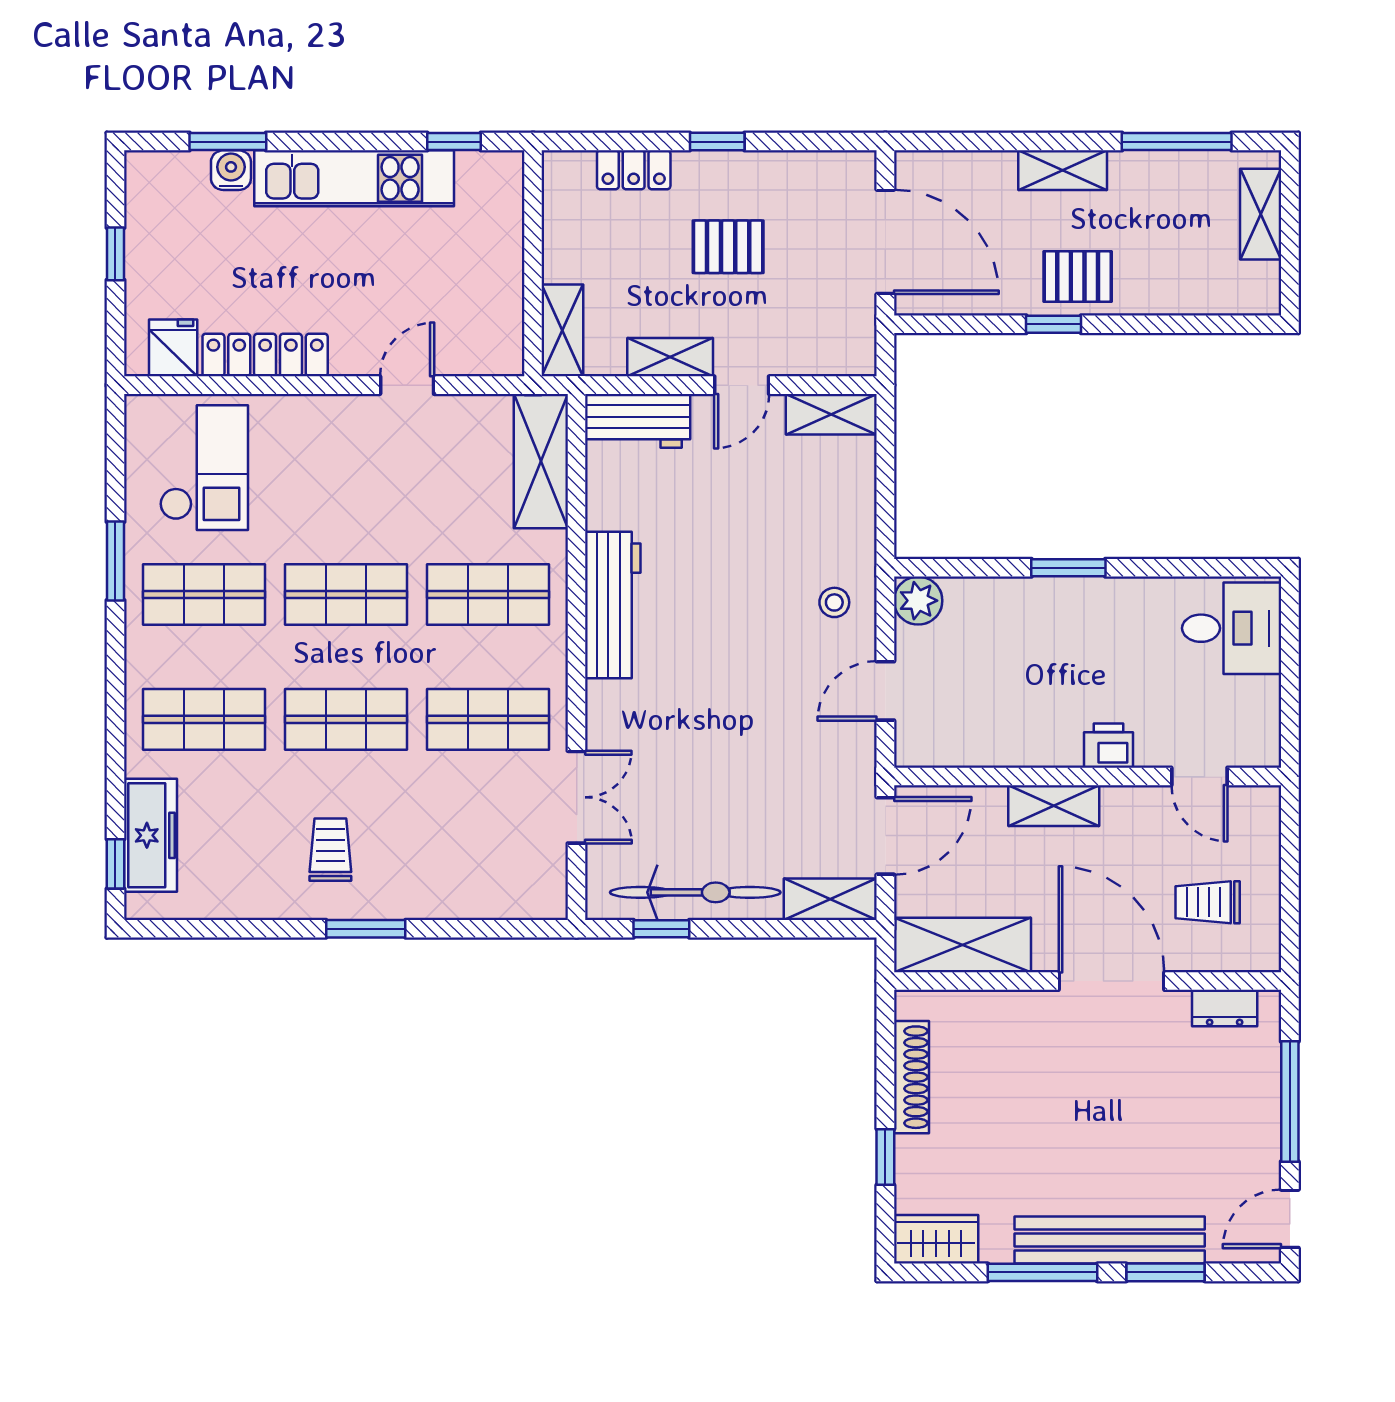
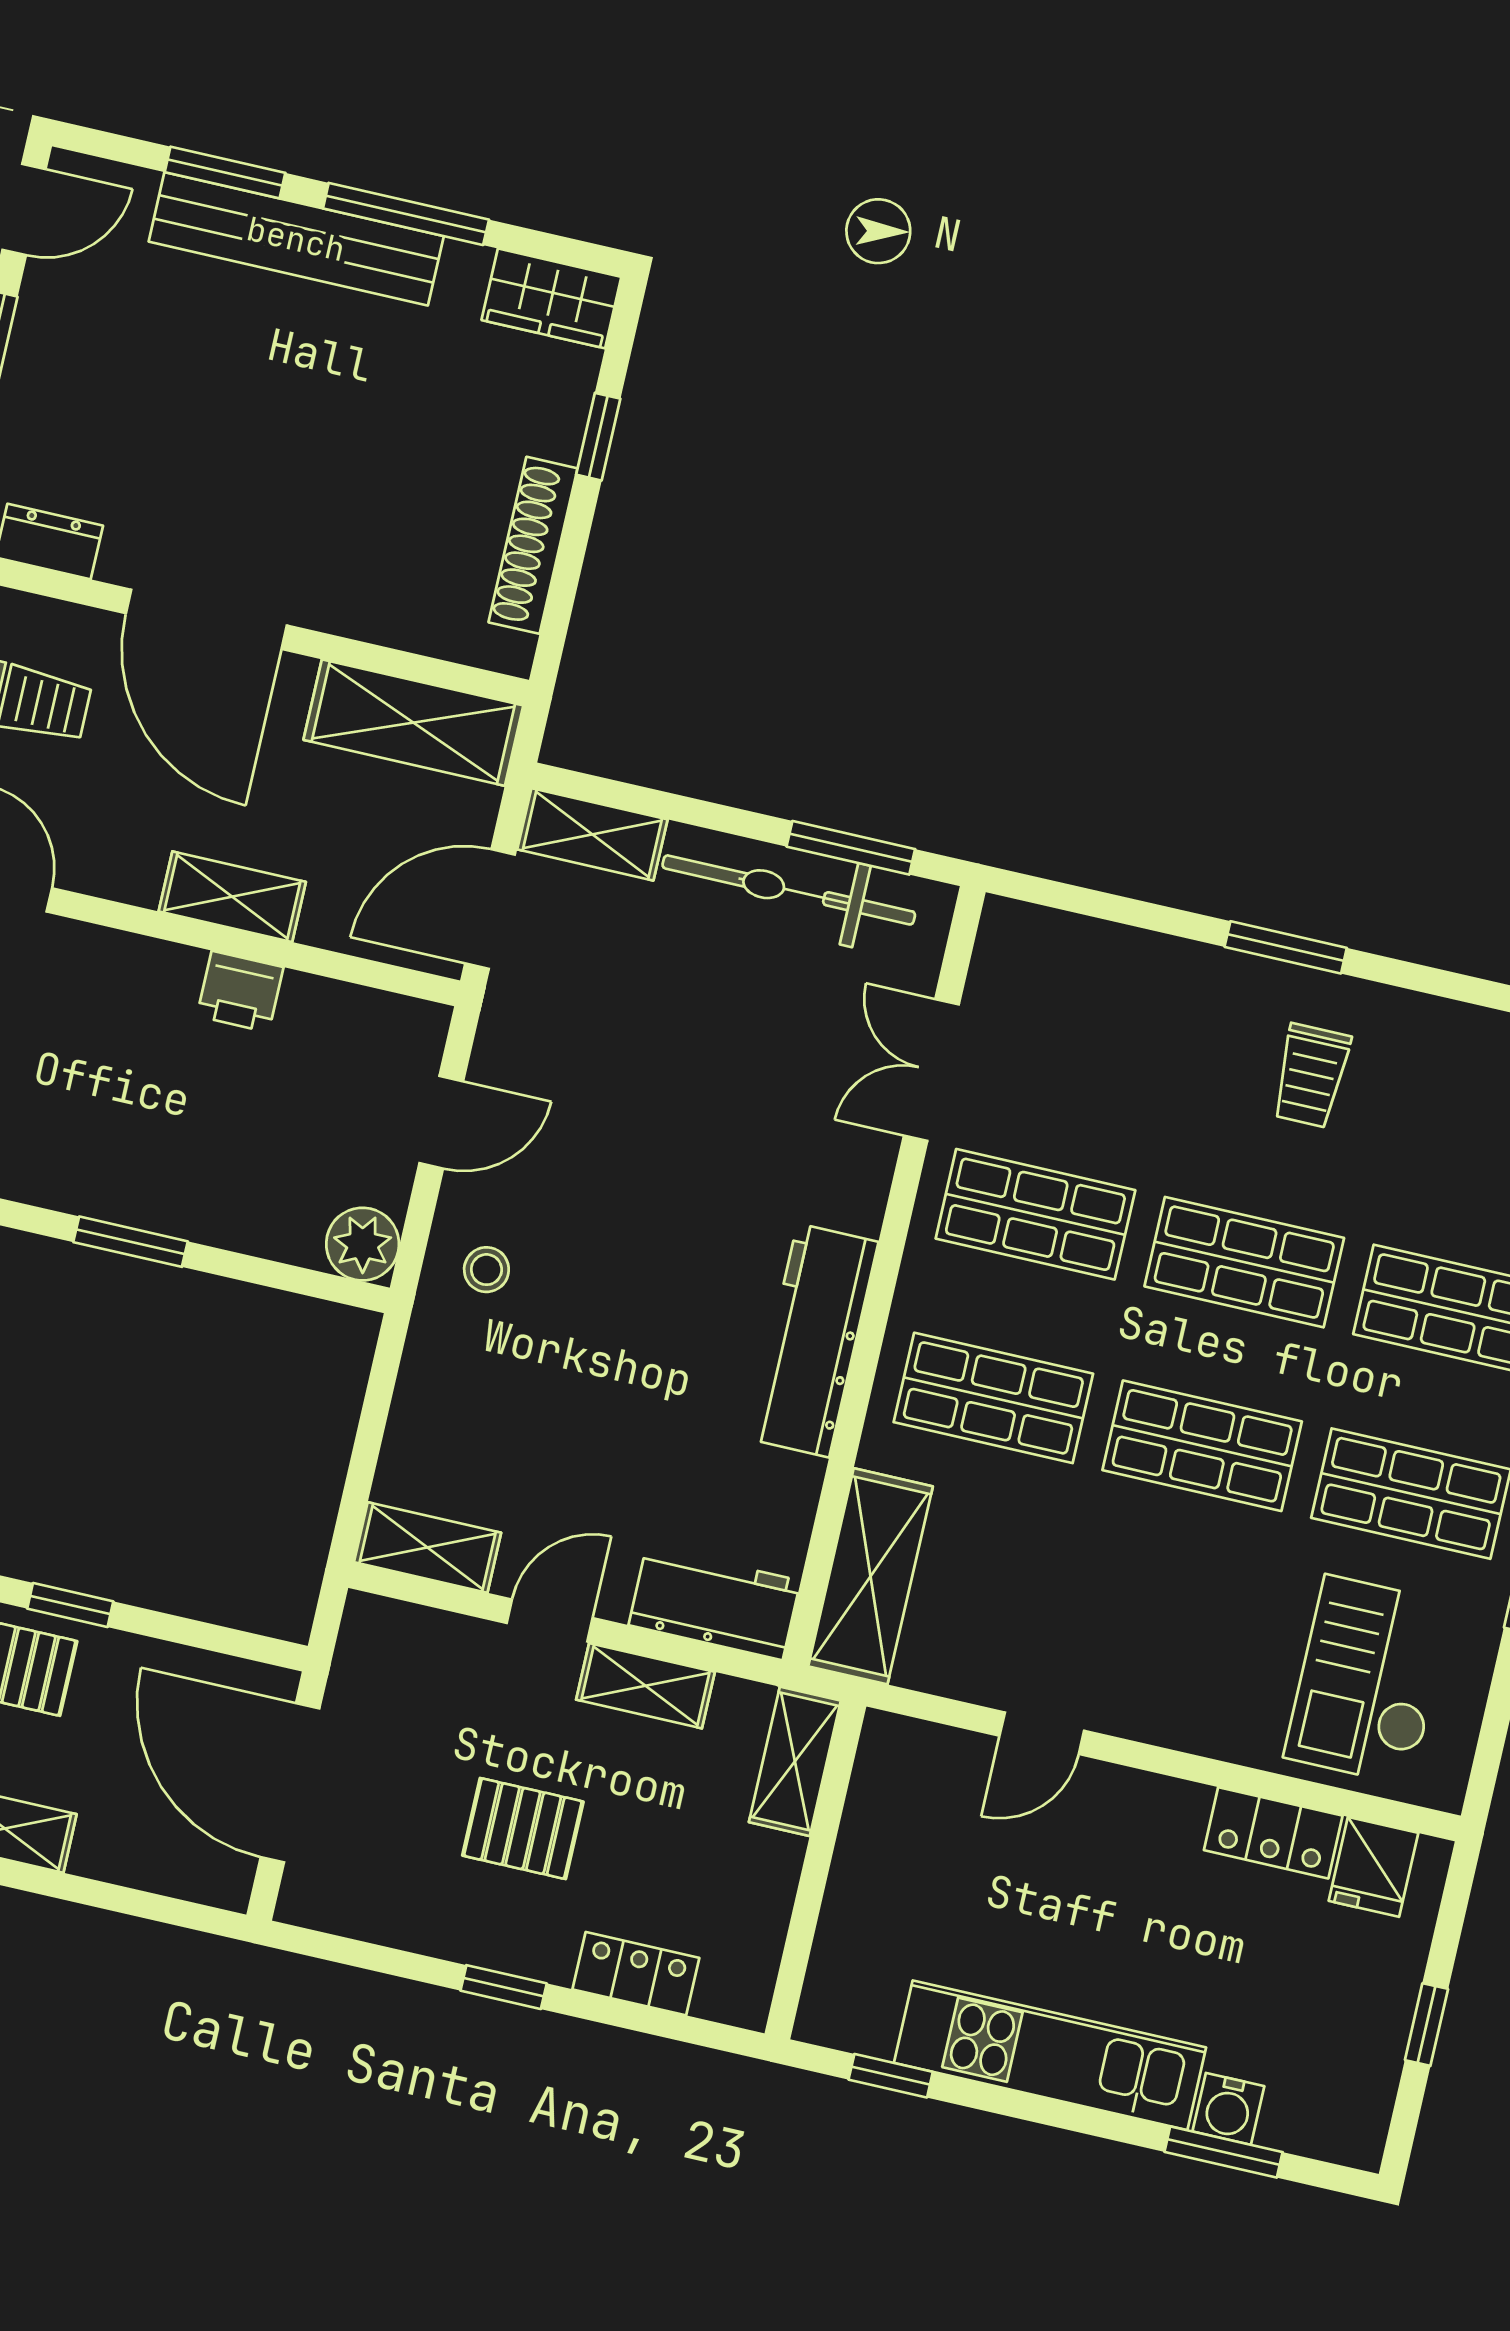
locker: (265, 355) -> (1273, 1833), width x0.66
printer: (1109, 746) -> (240, 991), moved
window: (661, 929) -> (851, 848), width x1.50

